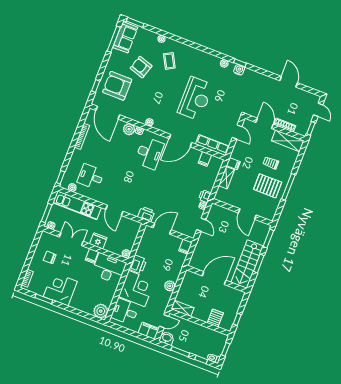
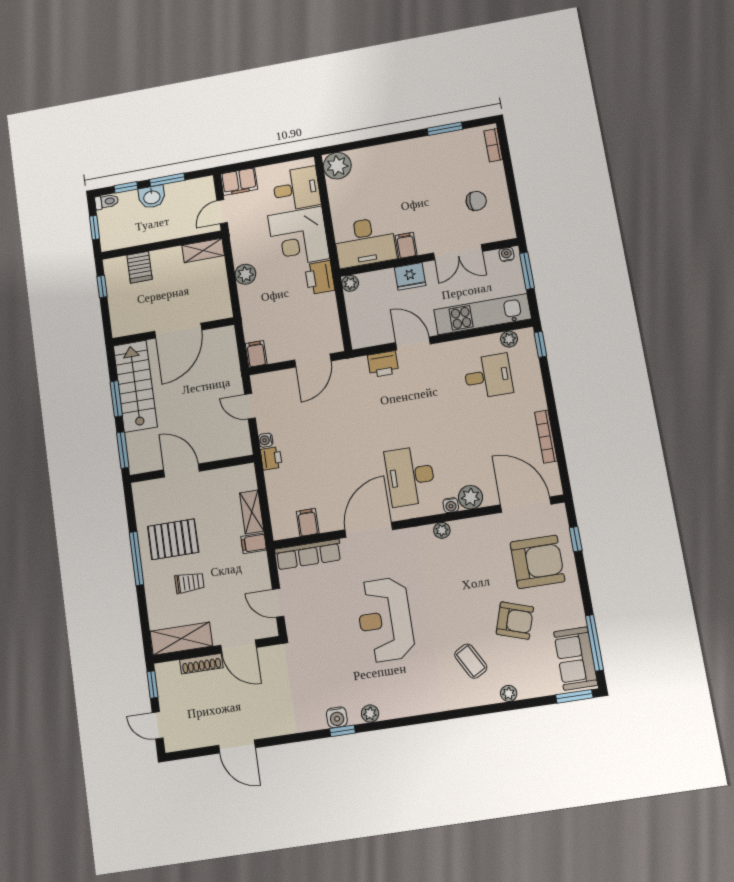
printer: (146, 214) -> (383, 364), moved
corner desk: (60, 289) -> (427, 161), removed
washbasin: (167, 338) -> (152, 197), moved

